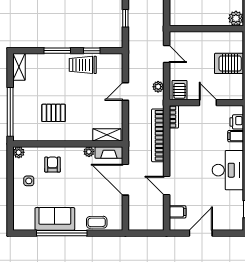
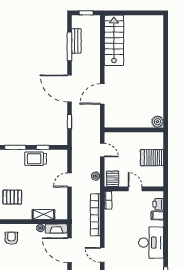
shelving: (107, 135) -> (43, 214), moved

